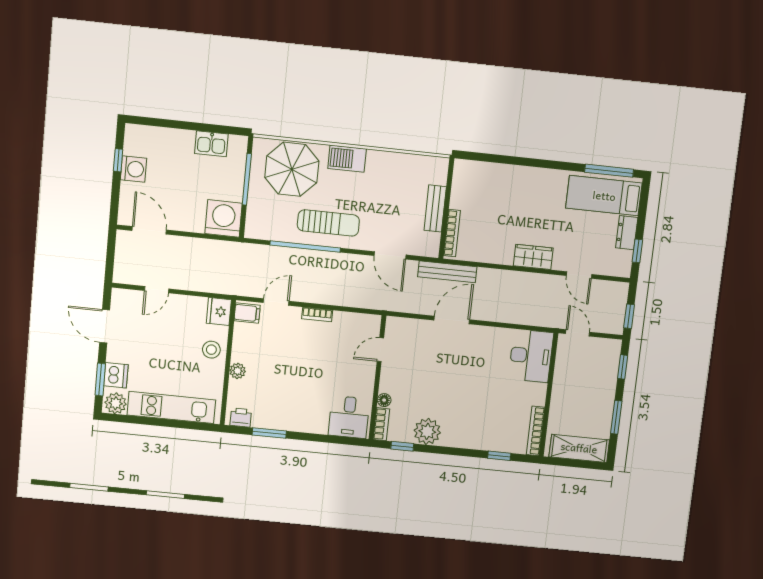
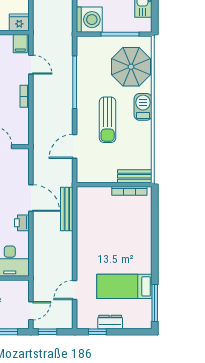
bed: (604, 196) -> (124, 286), moved, turned -90
bench: (435, 209) -> (135, 176), moved
sun lounger: (328, 223) -> (108, 120), moved
bookcase: (452, 233) -> (129, 191), moved
wardrobe: (533, 257) -> (85, 254), removed
bench: (447, 272) -> (67, 209), moved
door: (578, 333) -> (31, 311), moved
printer: (483, 335) -> (22, 223), added

